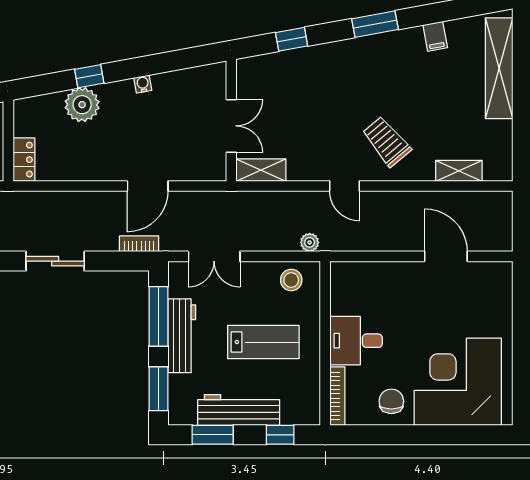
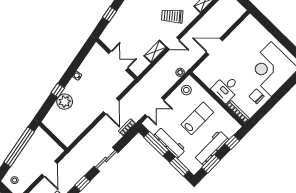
locker: (24, 160) -> (64, 137), removed
shelving: (261, 170) -> (155, 51), moved
door: (446, 256) -> (214, 46), moved

